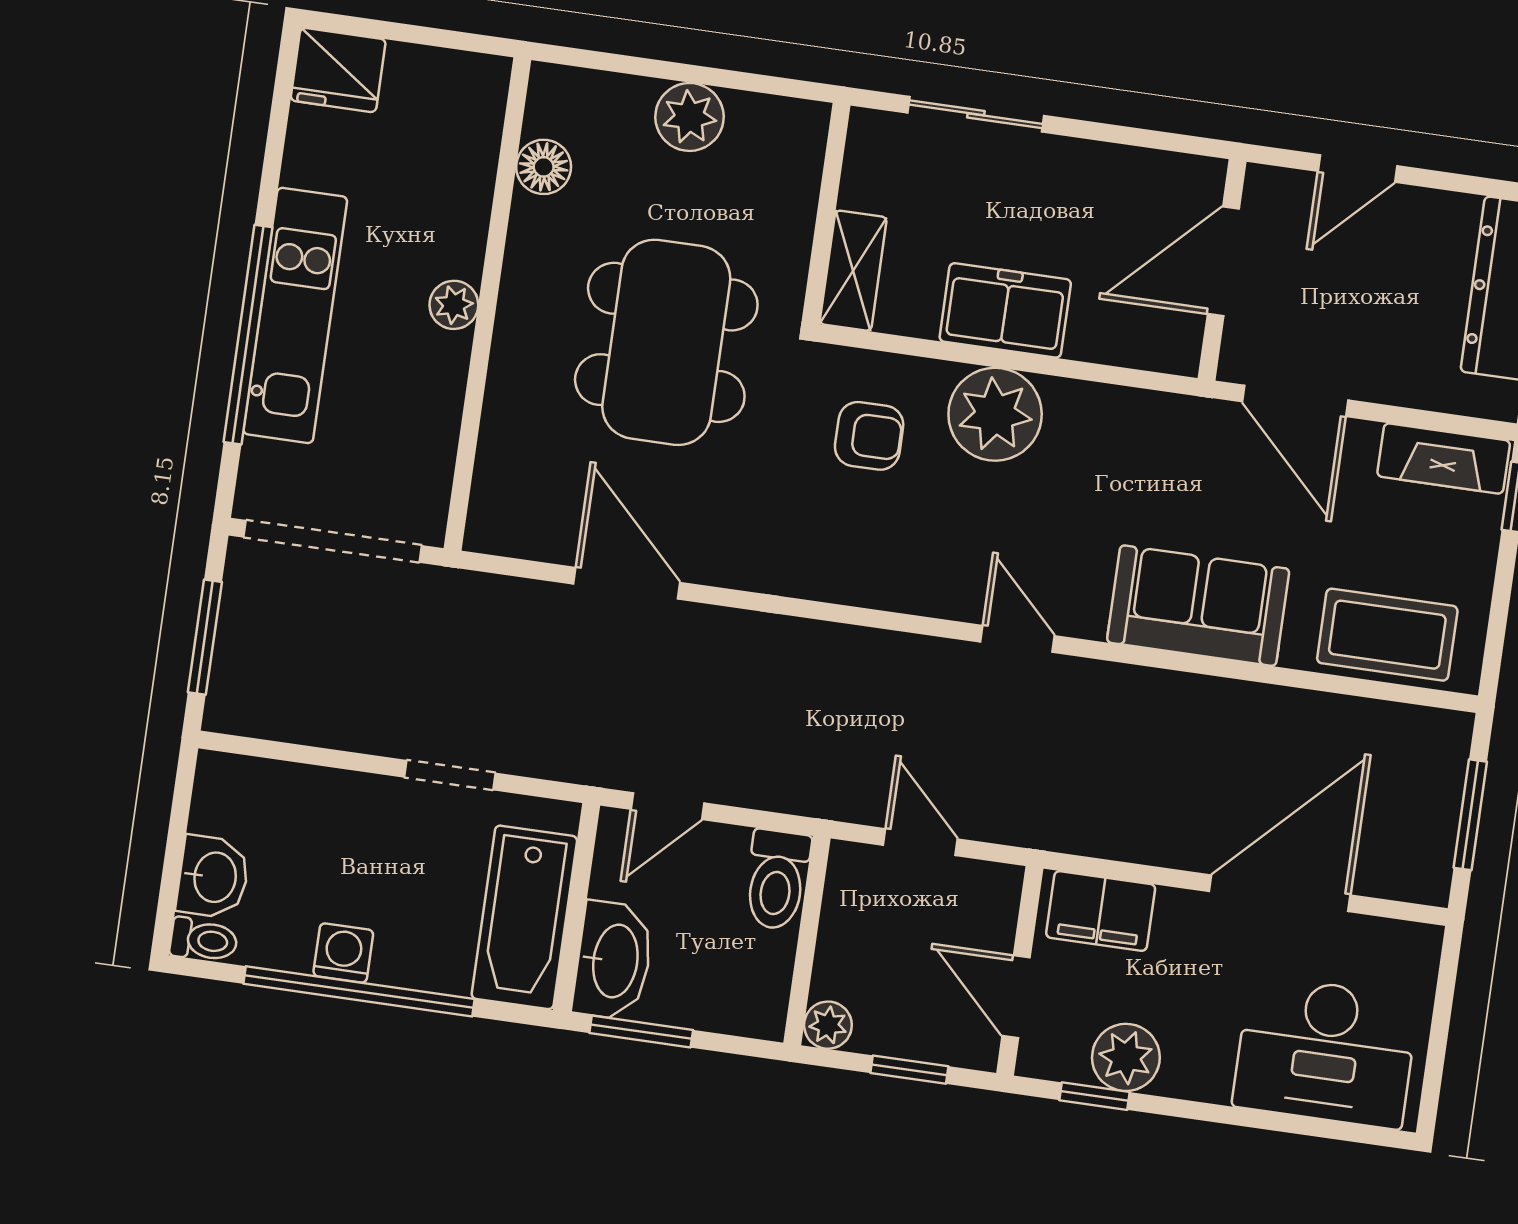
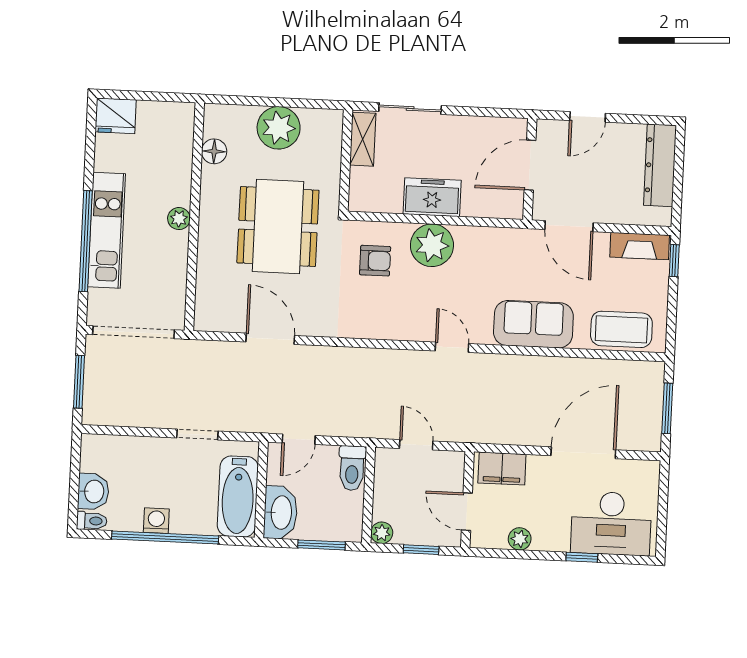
plant: (689, 117) -> (279, 128), width x1.36, depth x1.36
shelving: (853, 271) -> (363, 139), moved
window: (641, 1032) -> (321, 545), moved
plant: (1126, 1057) -> (520, 539), width x0.73, depth x0.73
window: (1095, 1096) -> (582, 557), moved

